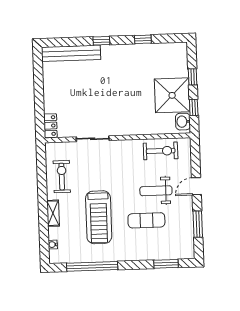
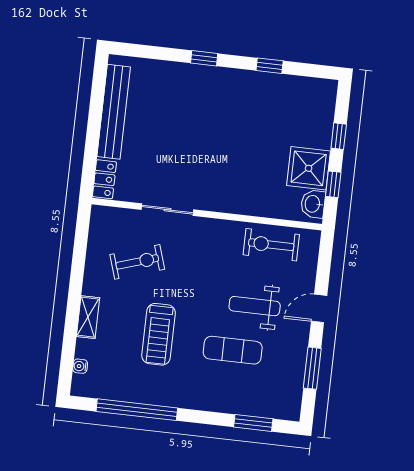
bench: (71, 53) -> (114, 112), moved, turned 90
shower: (172, 95) -> (309, 168), width x0.73, depth x0.73
exercise bike: (161, 151) -> (271, 245), turned 180
exercise bike: (62, 177) -> (137, 262), moved, turned 72
treadmill: (99, 217) -> (159, 334), width x0.73, depth x0.73

